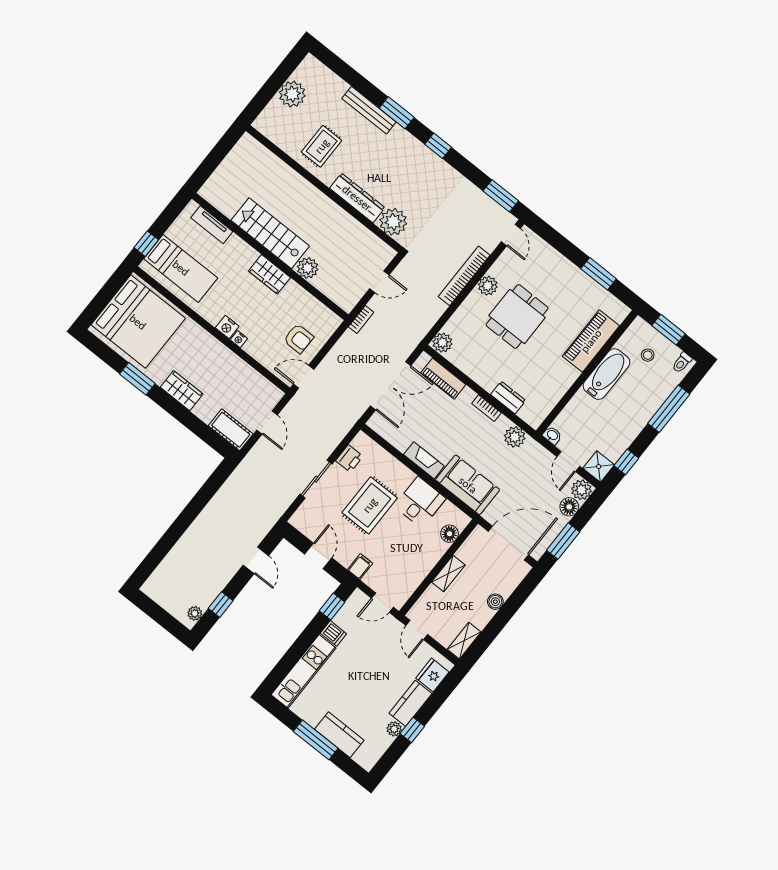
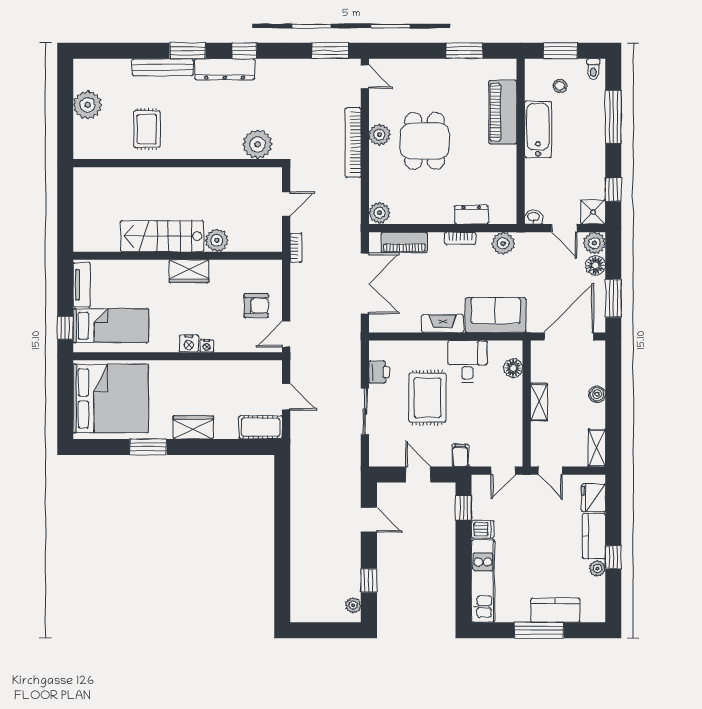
dresser: (357, 198) -> (225, 69), moved, turned 180
tv unit: (212, 225) -> (82, 285), moved, turned -90

